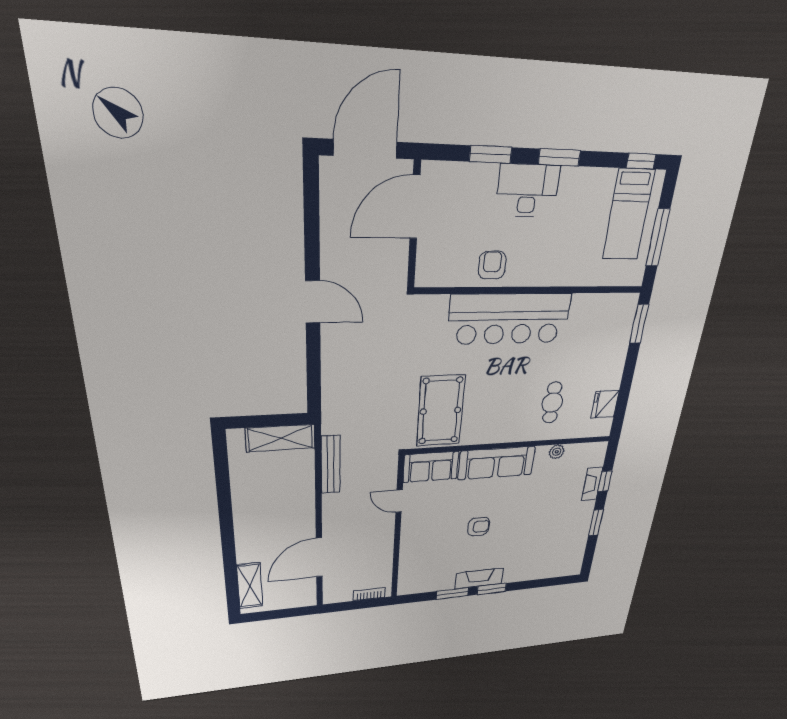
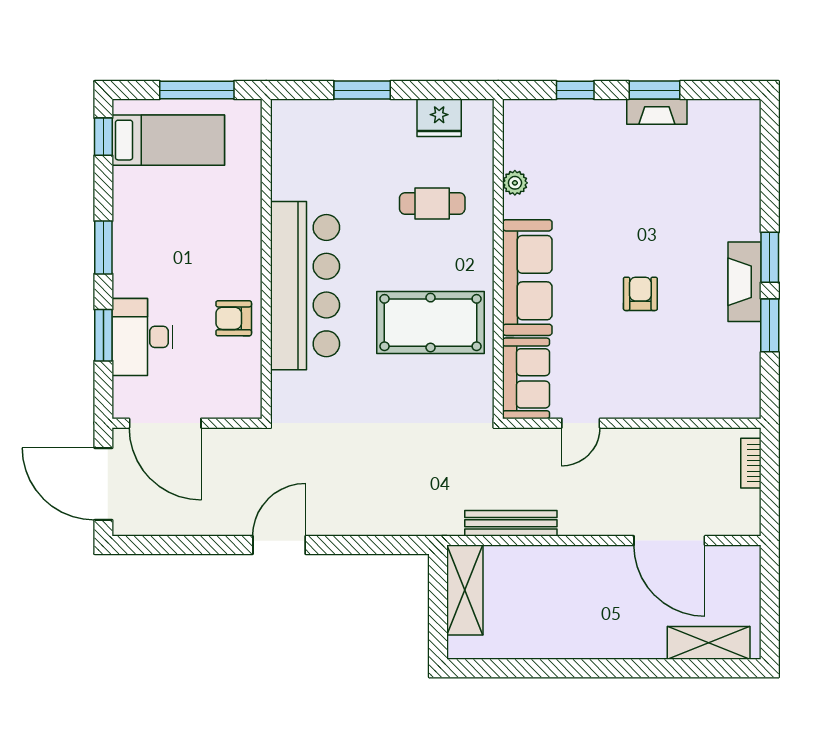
desk: (528, 191) -> (143, 337), moved
window: (639, 324) -> (362, 90), moved
pool table: (441, 411) -> (431, 323), moved
fireplace: (592, 484) -> (657, 112), moved

